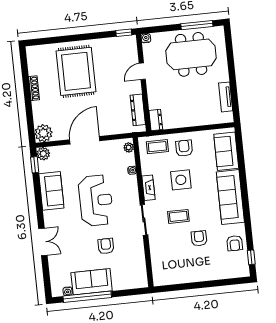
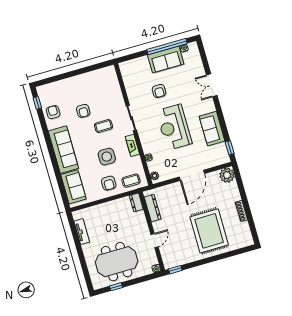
window: (197, 25) -> (116, 287), width x0.46
plant: (43, 154) -> (224, 158), removed

